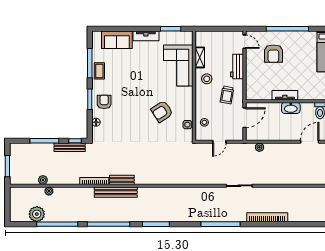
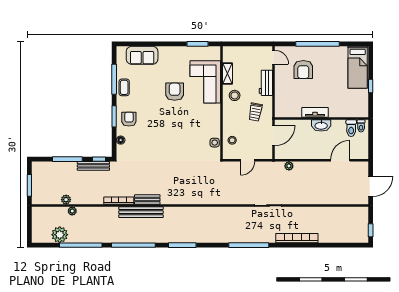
tv unit: (146, 36) -> (172, 51), removed
armchair: (162, 111) -> (175, 92), moved, turned 123

